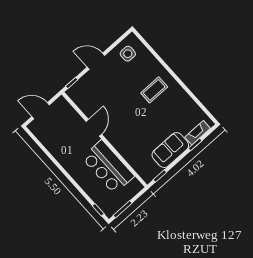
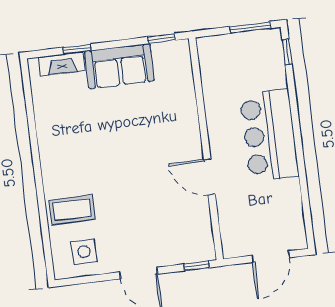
coffee table: (154, 90) -> (72, 210), moved
door: (41, 111) -> (271, 257), hinge flipped
door: (94, 128) -> (209, 177), hinge flipped
bar counter: (108, 167) -> (269, 135), moved, turned 180

